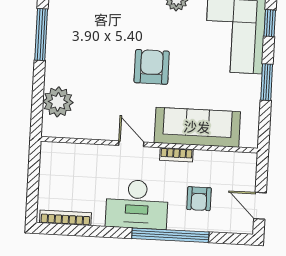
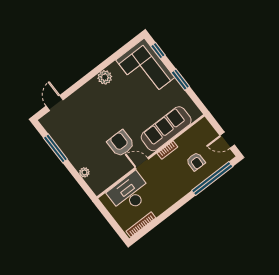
armchair: (152, 67) -> (121, 143), moved
plant: (58, 102) -> (84, 172), width x0.53, depth x0.53
desk: (137, 204) -> (130, 193), moved, turned 180
window: (170, 235) -> (212, 179), moved

